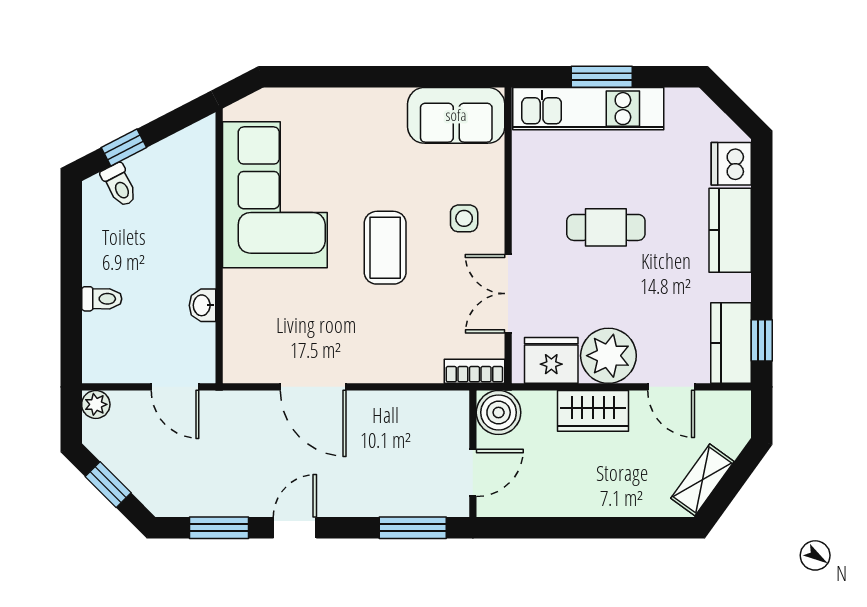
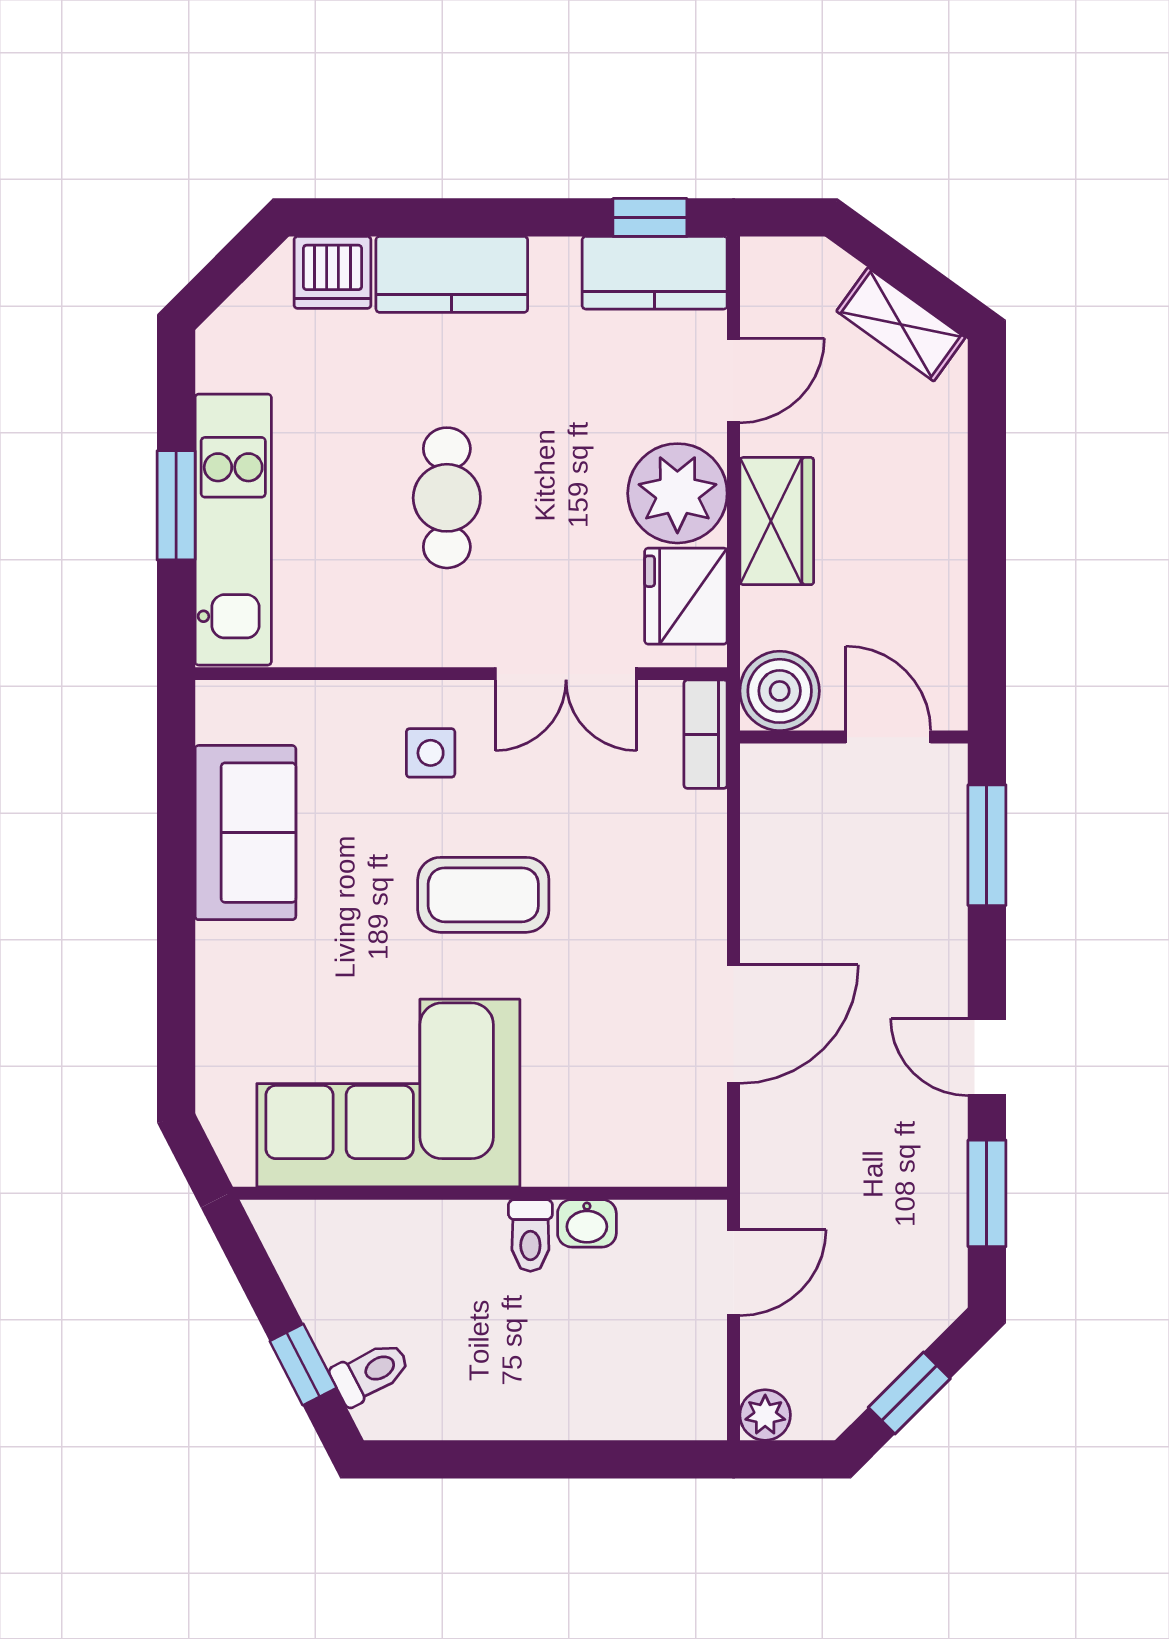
sofa: (456, 115) -> (245, 833), moved
toilet: (102, 299) -> (530, 1235), moved, turned 180

